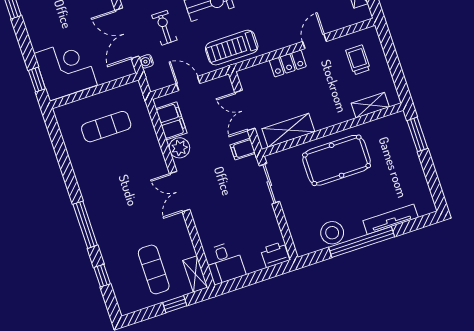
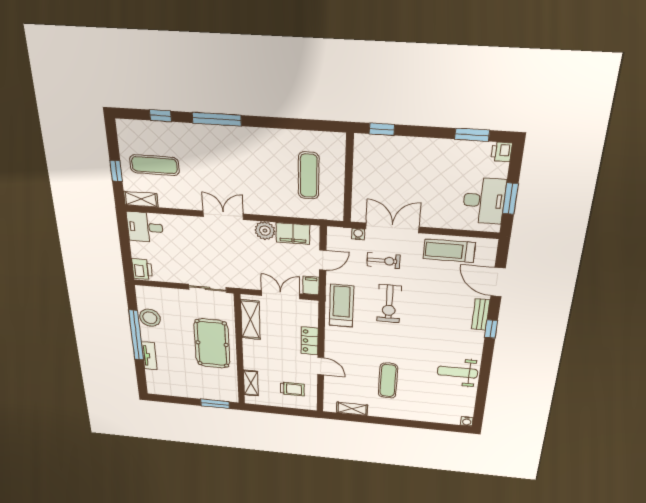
corner desk: (66, 69) -> (381, 160), removed
filing cabinet: (243, 149) -> (311, 285), moved
tv unit: (391, 219) -> (149, 356), width x0.71

